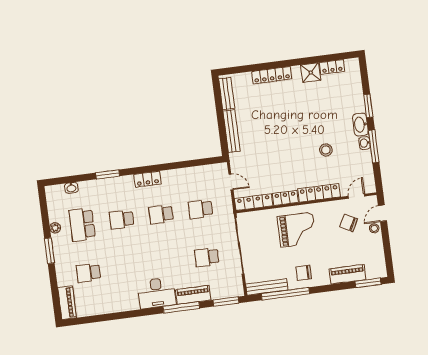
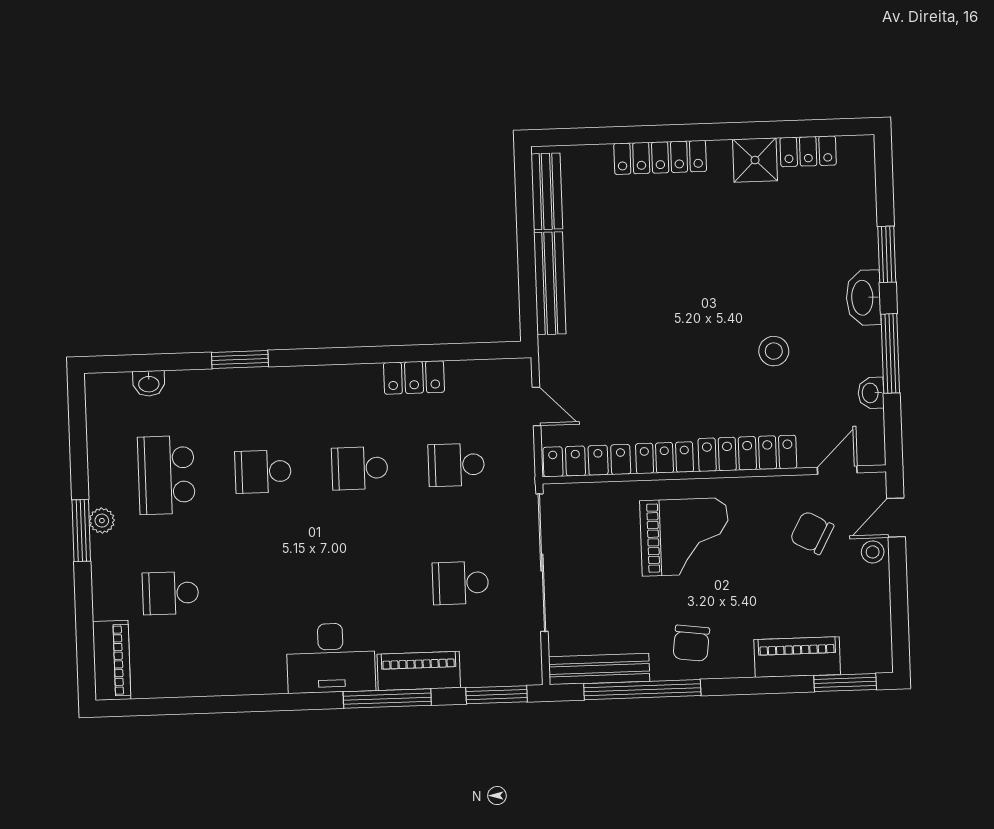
washbasin: (365, 143) -> (871, 393), moved
locker: (148, 179) -> (414, 377), moved
plant: (55, 228) -> (102, 521), moved
chair: (304, 273) -> (691, 643), turned -83

